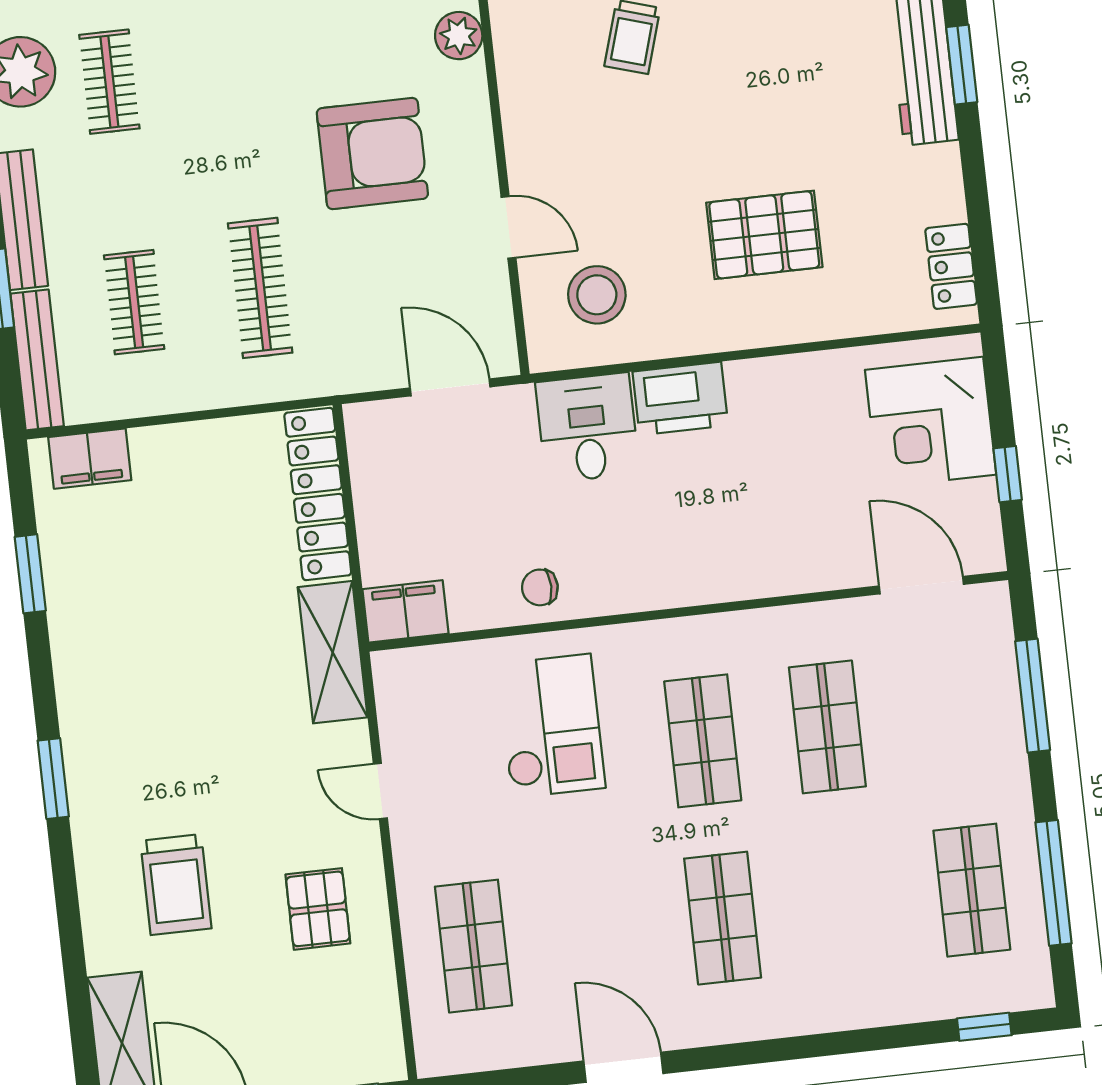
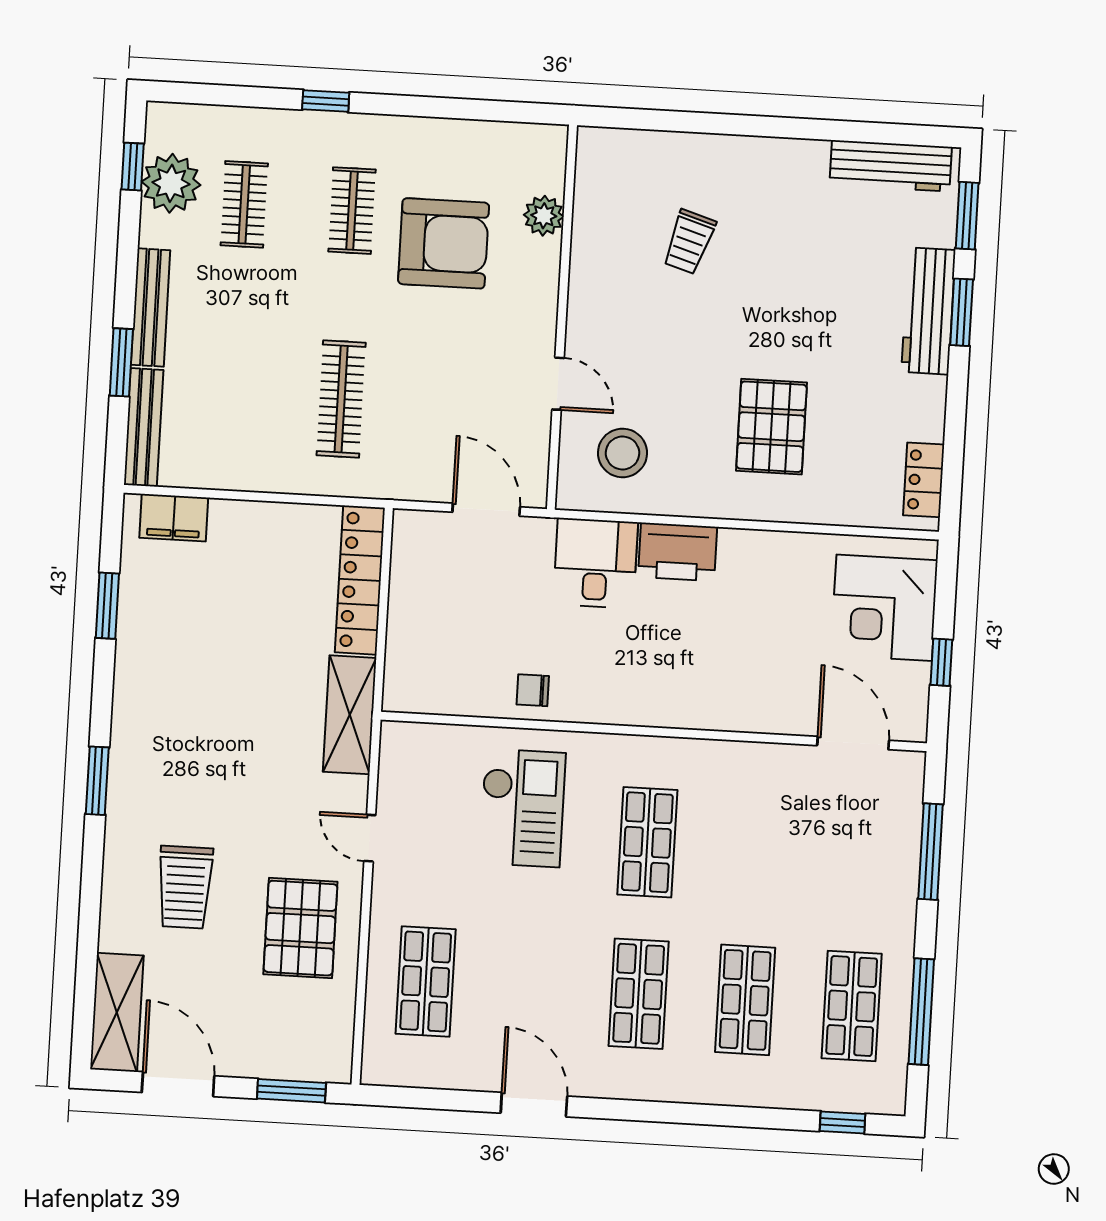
armchair: (372, 153) -> (444, 243), moved
pallet: (764, 235) -> (772, 427), turned 90
clothes rail: (134, 302) -> (352, 211), moved
filing cabinet: (405, 611) -> (417, 691), removed
shop shelf: (827, 727) -> (745, 1000), moved
pallet: (318, 909) -> (300, 928), width x1.50, depth x1.42

